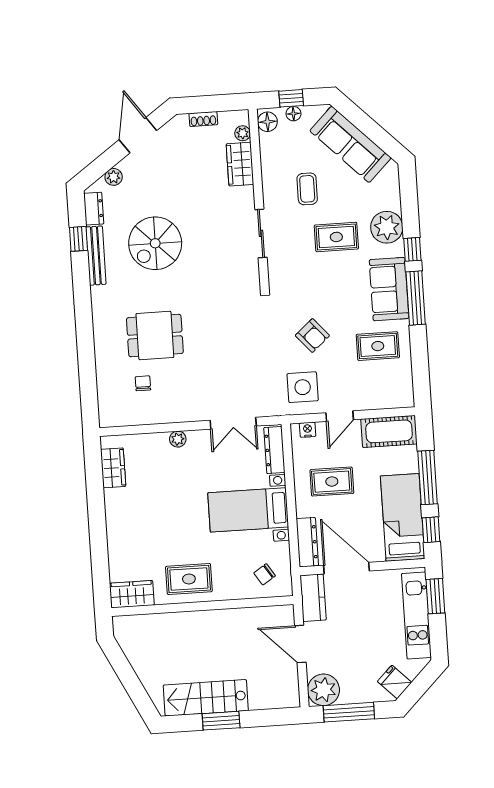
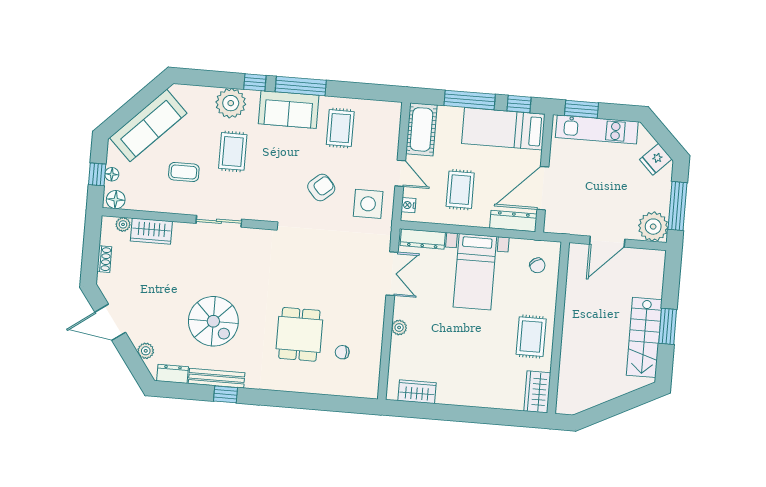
window: (78, 239) -> (225, 394), moved
kitchen counter: (313, 598) -> (566, 223), removed

